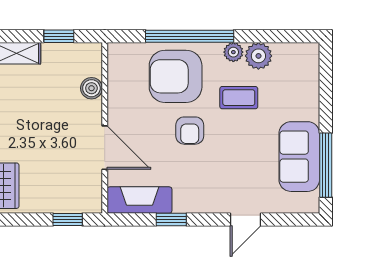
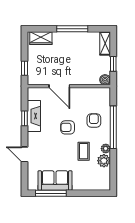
armchair: (176, 76) -> (94, 120), width x0.53, depth x0.53
boiler: (91, 88) -> (105, 80), moved
door: (105, 148) -> (59, 86), hinge flipped
fireplace: (139, 200) -> (34, 116), moved

